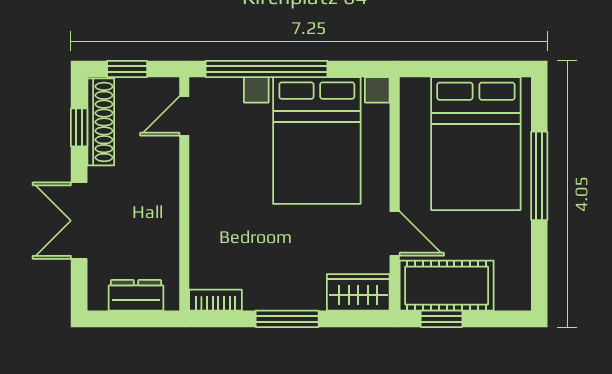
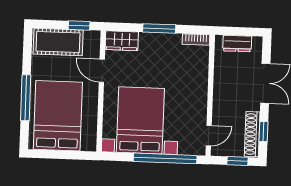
cot: (447, 286) -> (58, 42), moved

